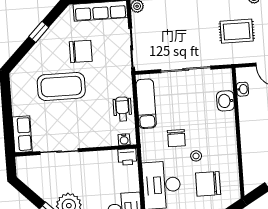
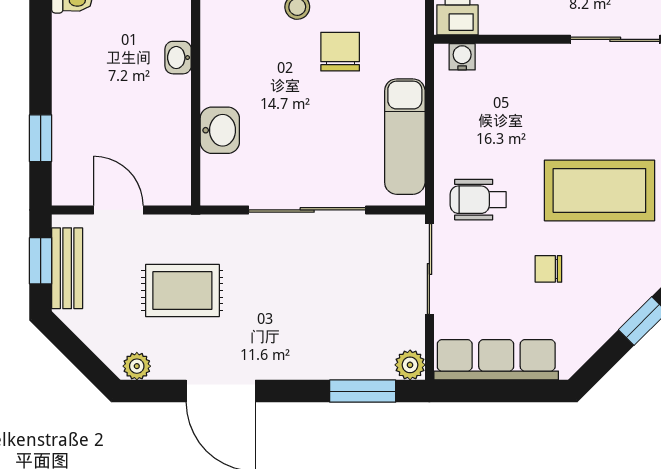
chair: (81, 51) -> (548, 269), width x0.54, depth x0.54
washbasin: (243, 89) -> (178, 58), moved
wheelchair: (122, 109) -> (478, 200), moved, turned 90

